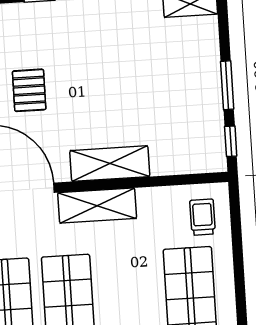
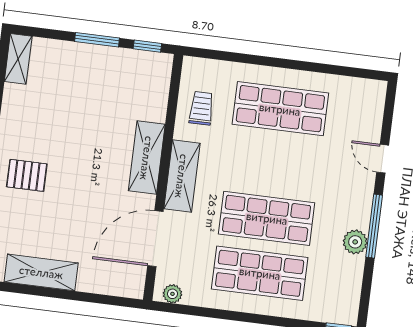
pallet: (29, 90) -> (27, 175), moved
trolley: (203, 217) -> (201, 108), moved, turned 90

